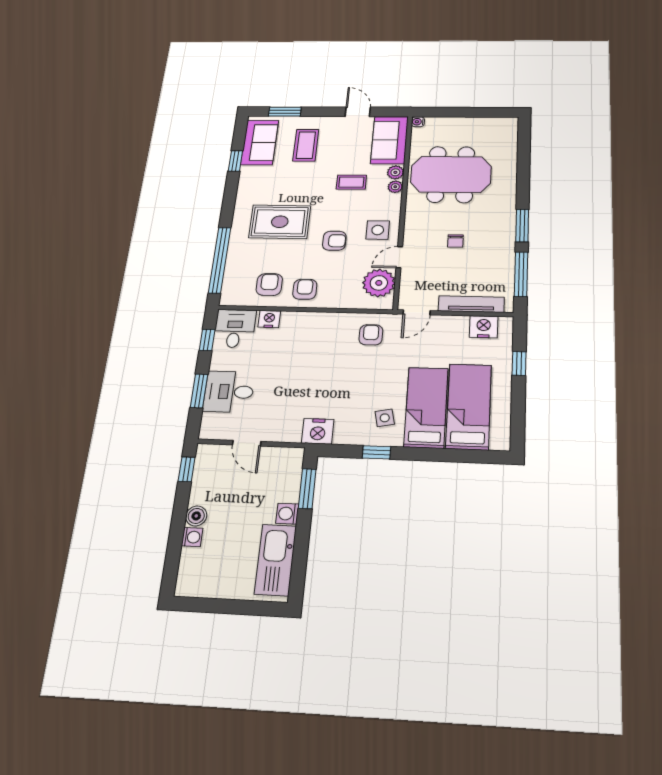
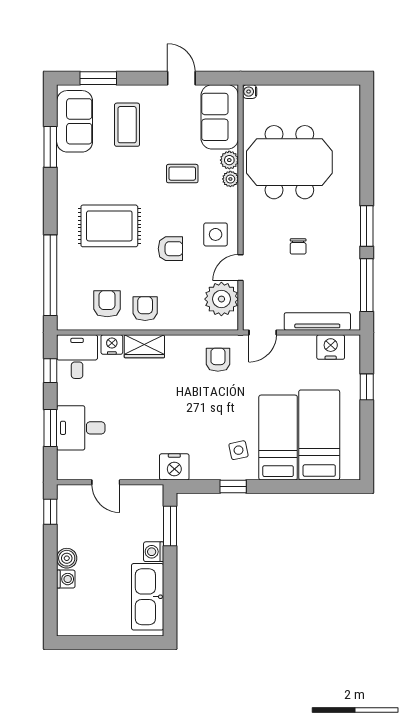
window: (235, 161) -> (50, 147), width x1.50
wardrobe: (300, 321) -> (144, 346), added

